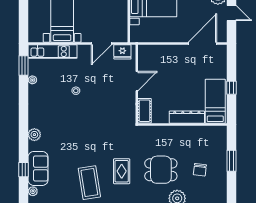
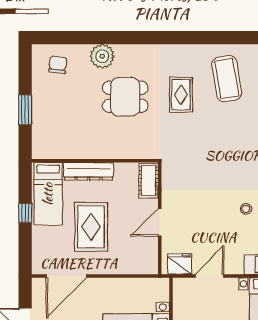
rug: (185, 78) -> (91, 227), added
chair: (200, 170) -> (58, 65), moved

